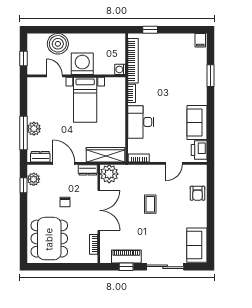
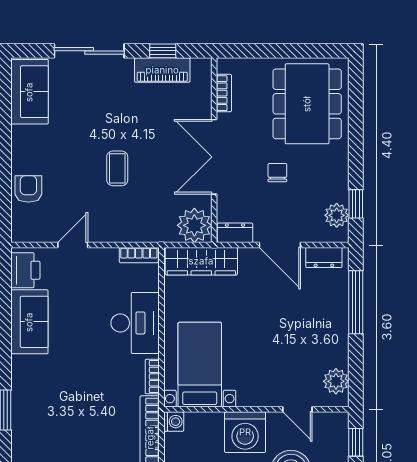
bed with nightstands: (85, 100) -> (200, 365), moved
plant: (34, 129) -> (336, 381), moved

